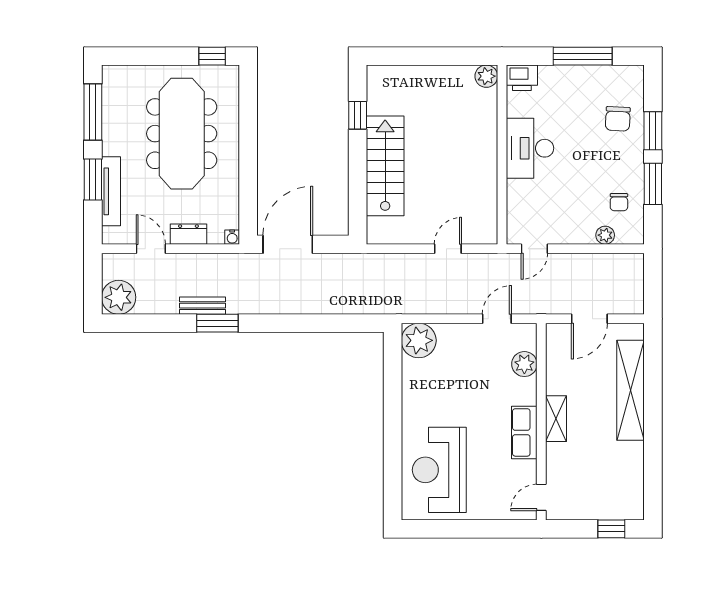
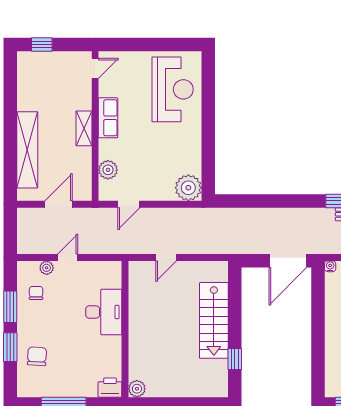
desk: (530, 148) -> (104, 312), moved
door: (534, 249) -> (68, 258), moved

